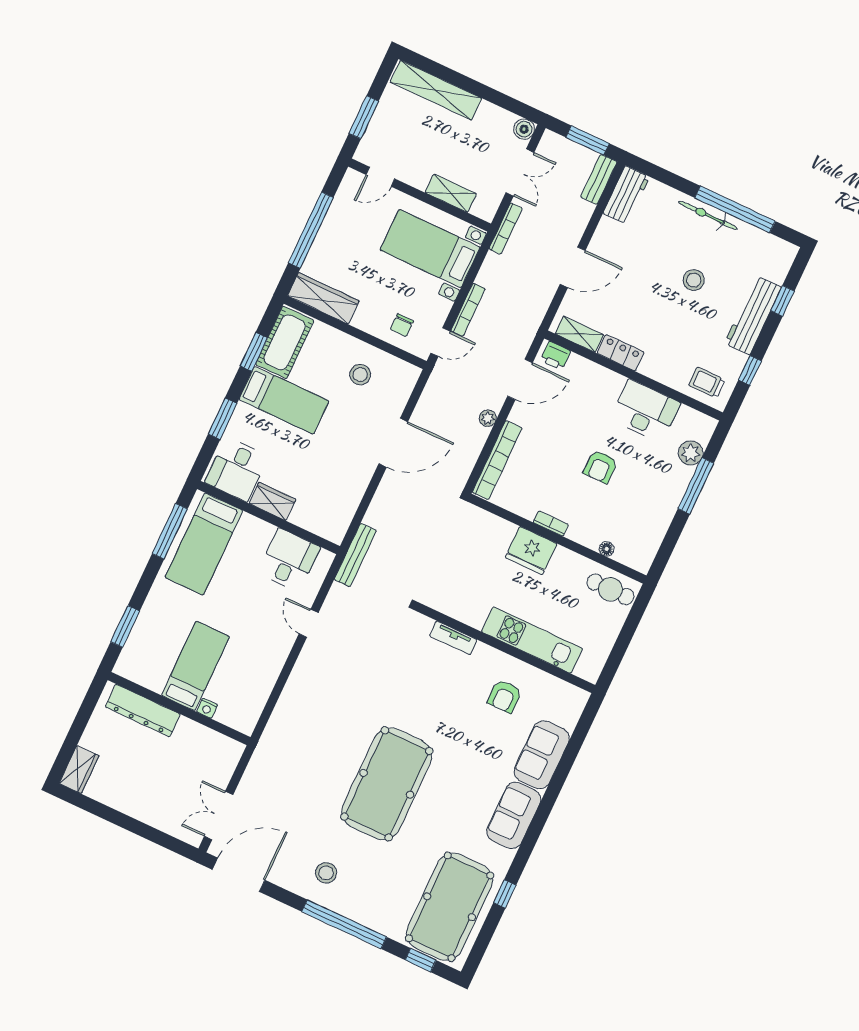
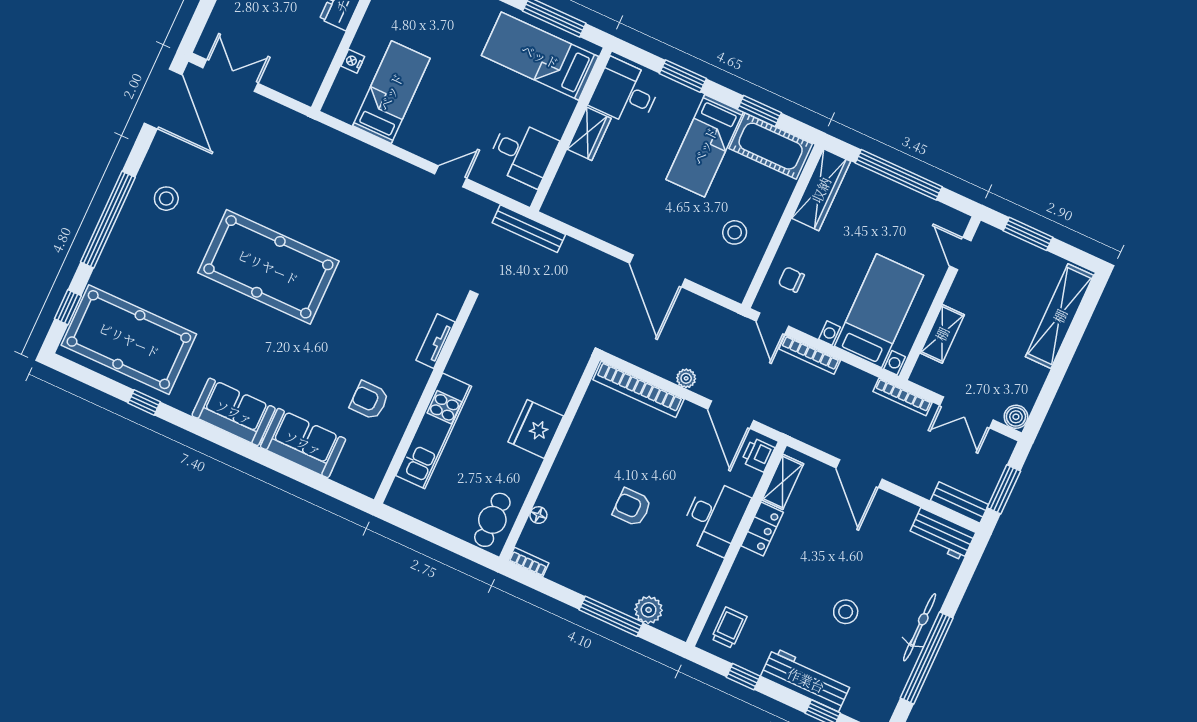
desk: (645, 411) -> (715, 517), moved
bookcase: (551, 524) -> (529, 562), moved, turned -90
bed: (195, 666) -> (391, 92), moved, turned -90

